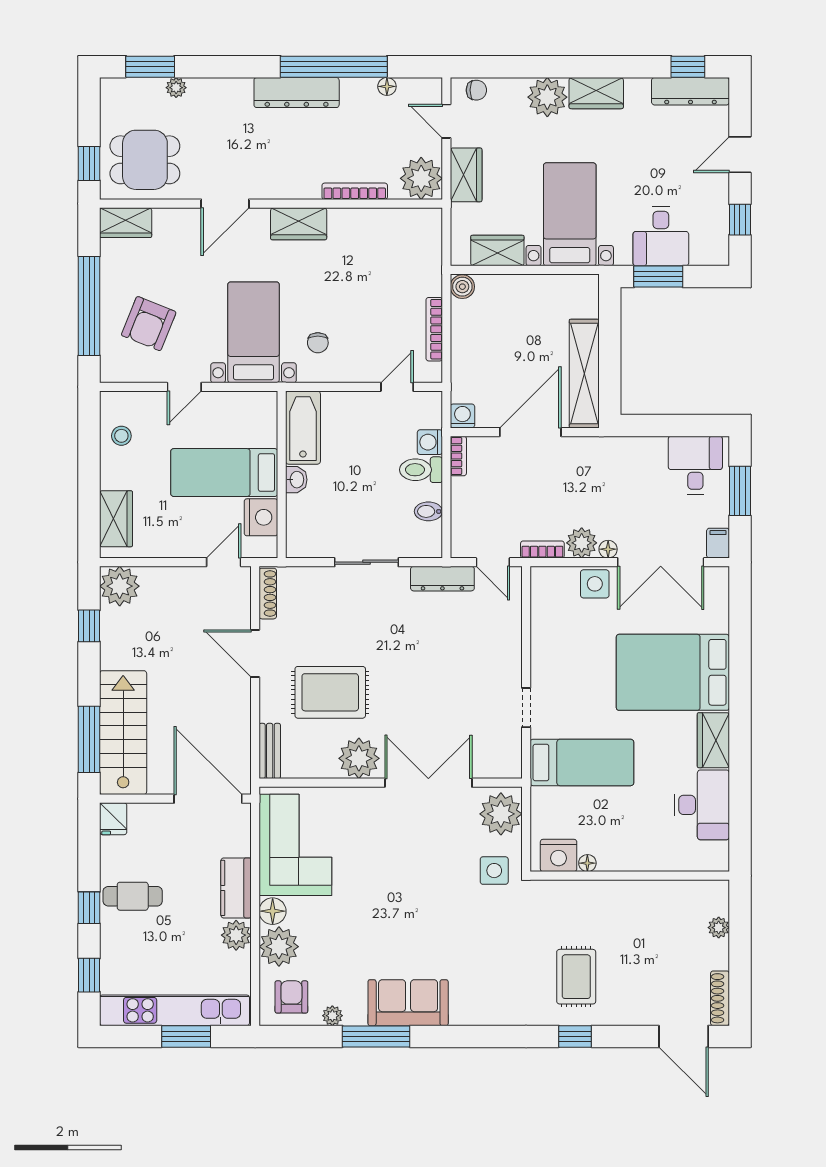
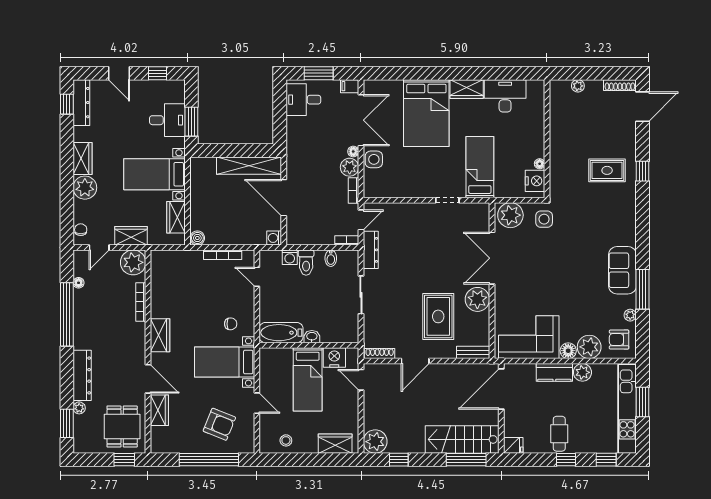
dresser: (297, 93) -> (82, 375), moved
wardrobe: (126, 223) -> (159, 410), moved
bookcase: (458, 456) -> (347, 240), moved

